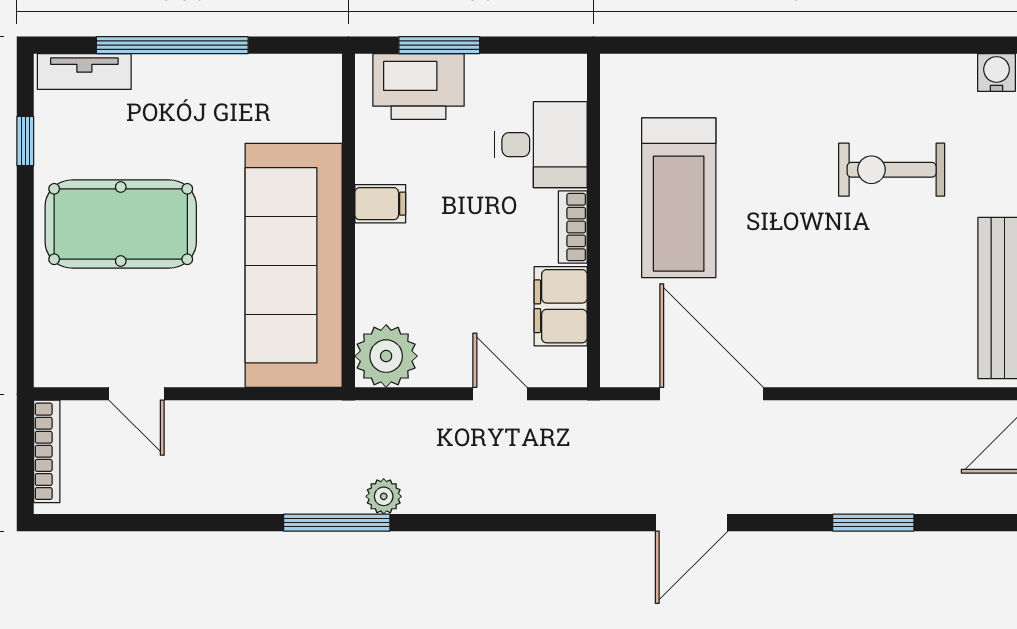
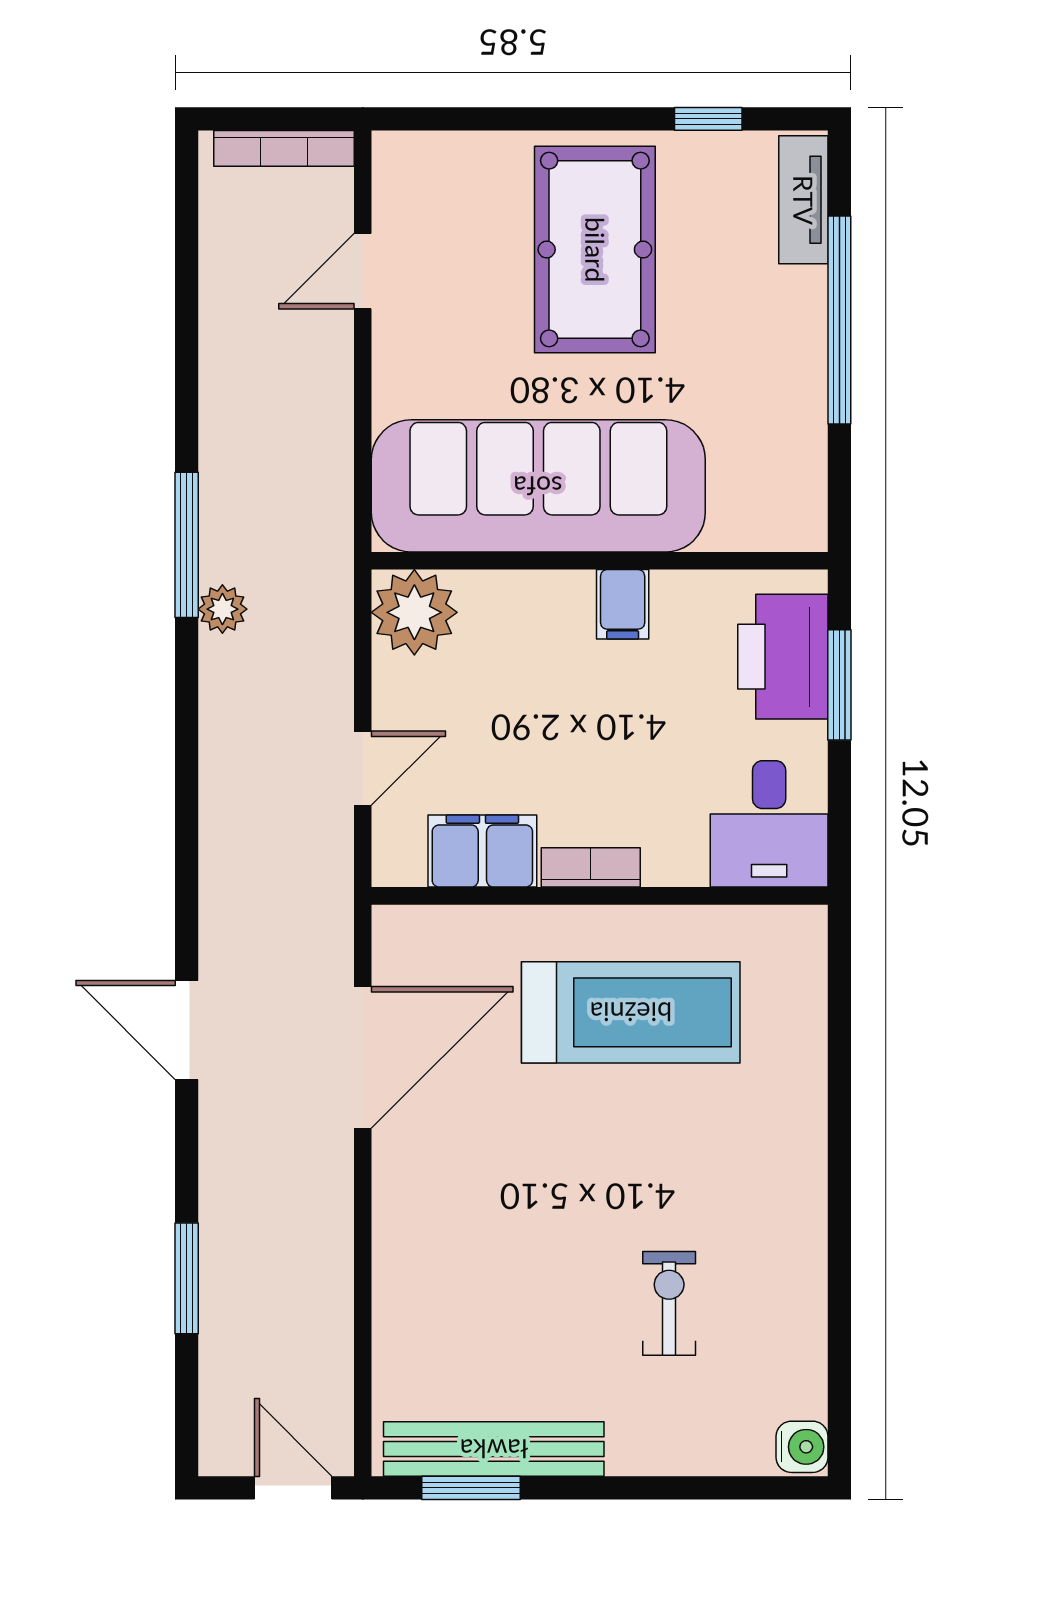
desk: (541, 145) -> (769, 824), moved
exercise bike: (892, 170) -> (669, 1303), width x0.73, depth x0.72
treadmill: (679, 198) -> (631, 1012), turned 180

